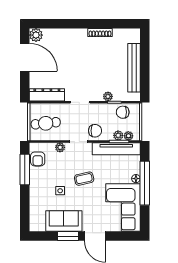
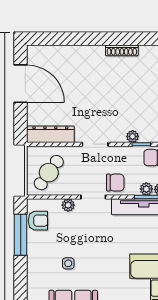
plant: (36, 35) -> (36, 54), removed
cafe table: (46, 123) -> (49, 173), turned -48
armchair: (38, 159) -> (38, 221), turned -90
coffee table: (84, 179) -> (100, 247), removed

